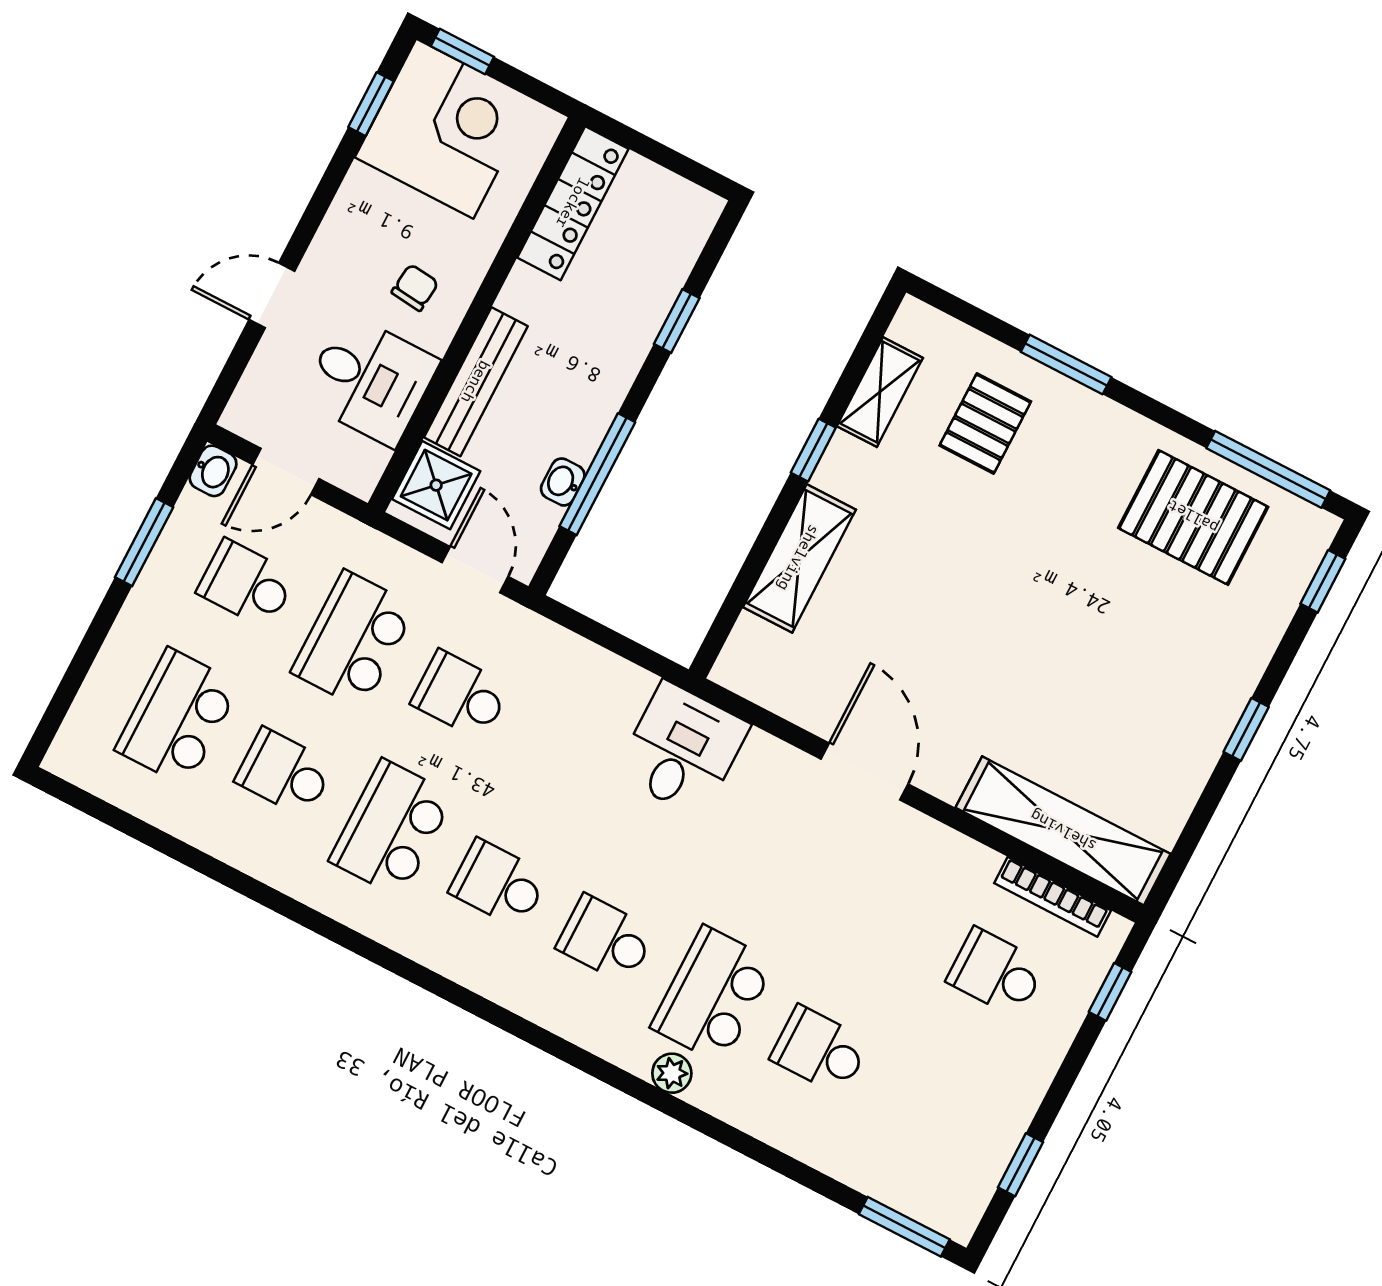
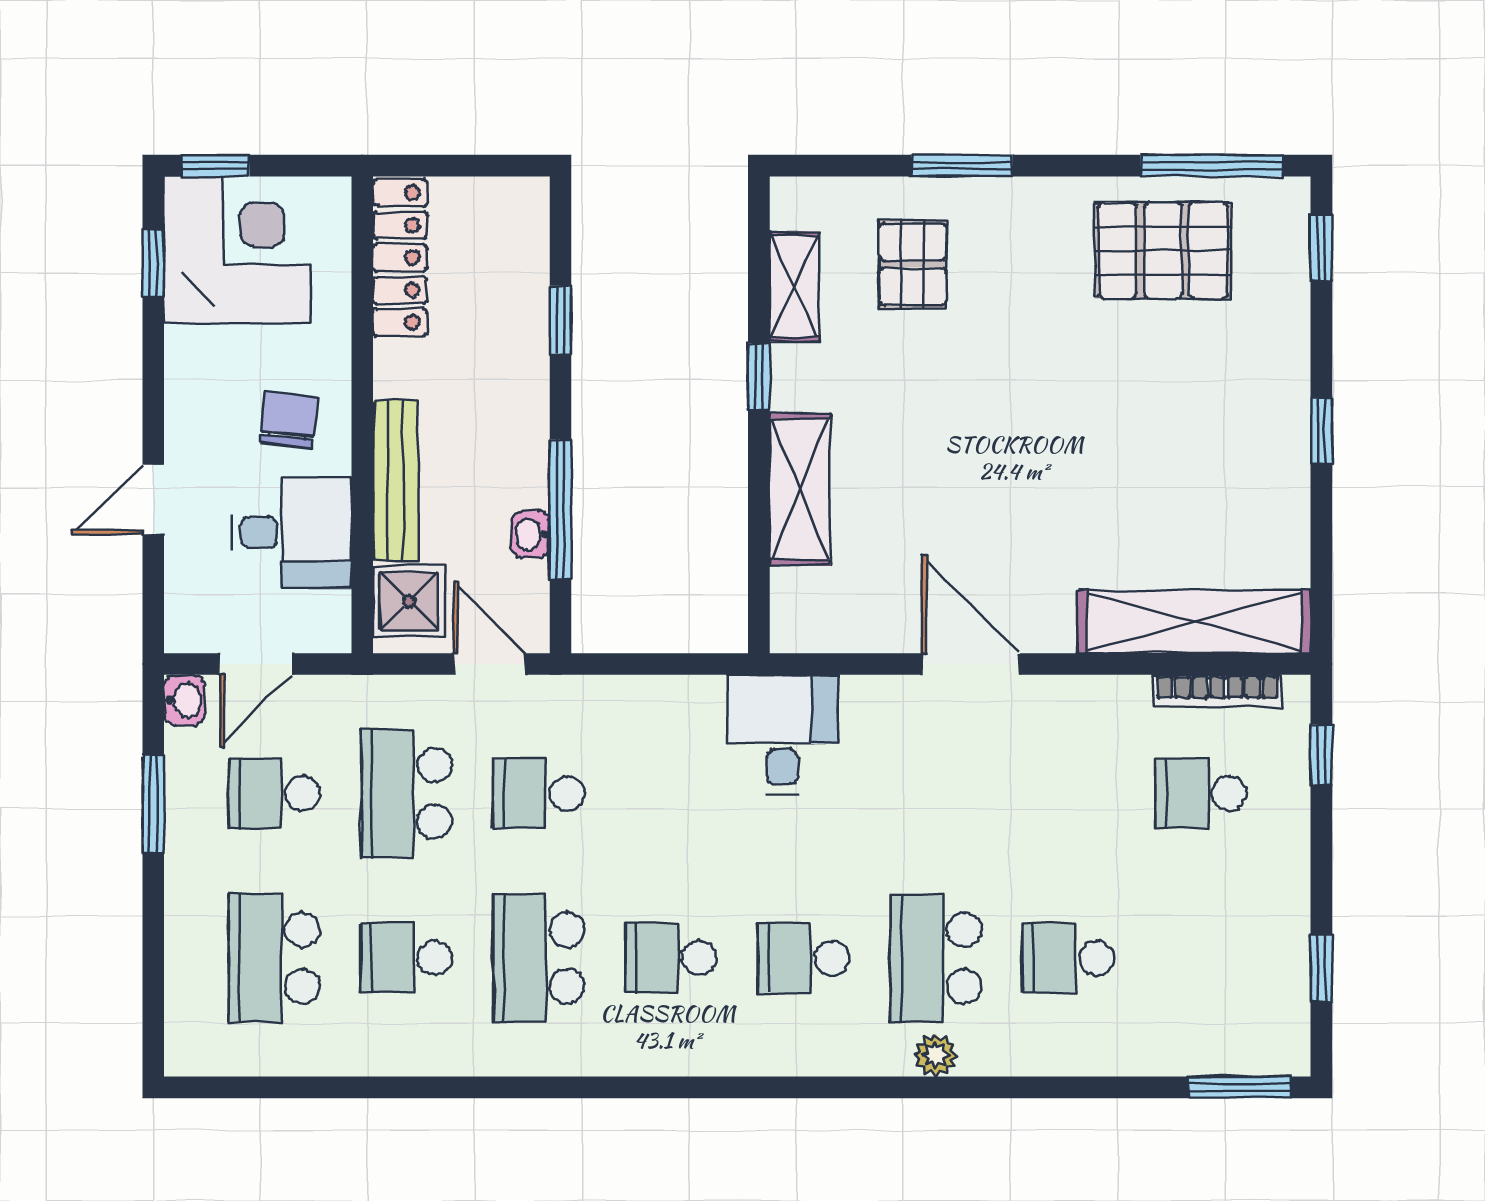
chair: (415, 288) -> (289, 420), width x1.37, depth x1.37

